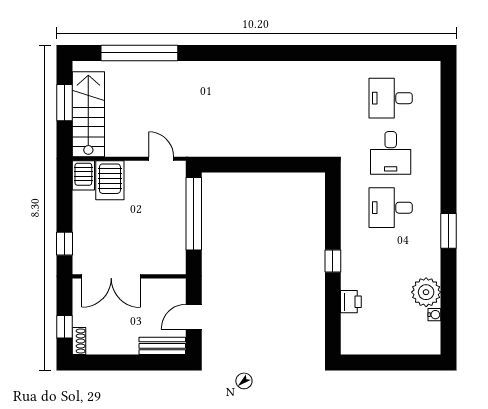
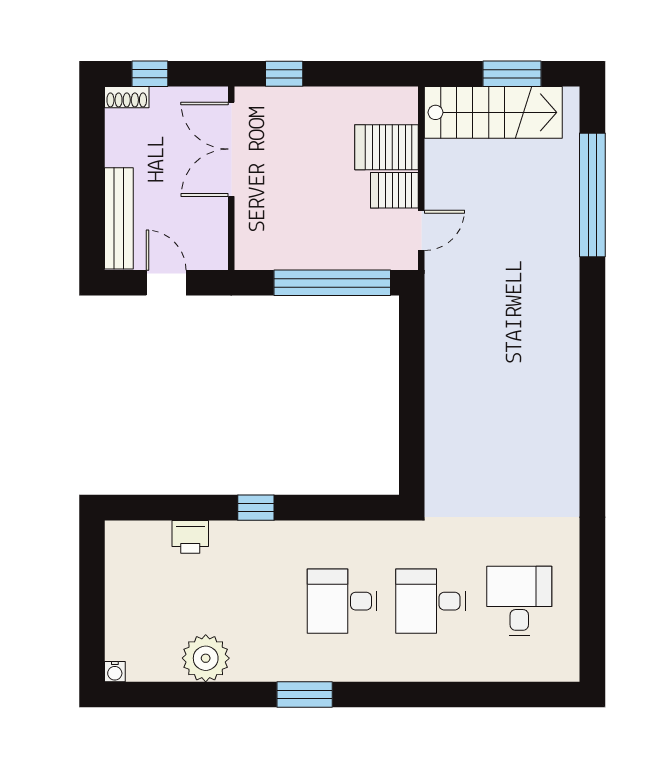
server rack: (83, 175) -> (394, 190), moved
desk: (391, 208) -> (342, 601), turned -90
water cooler: (434, 315) -> (115, 672), moved
bench: (162, 346) -> (119, 218), width x1.36

